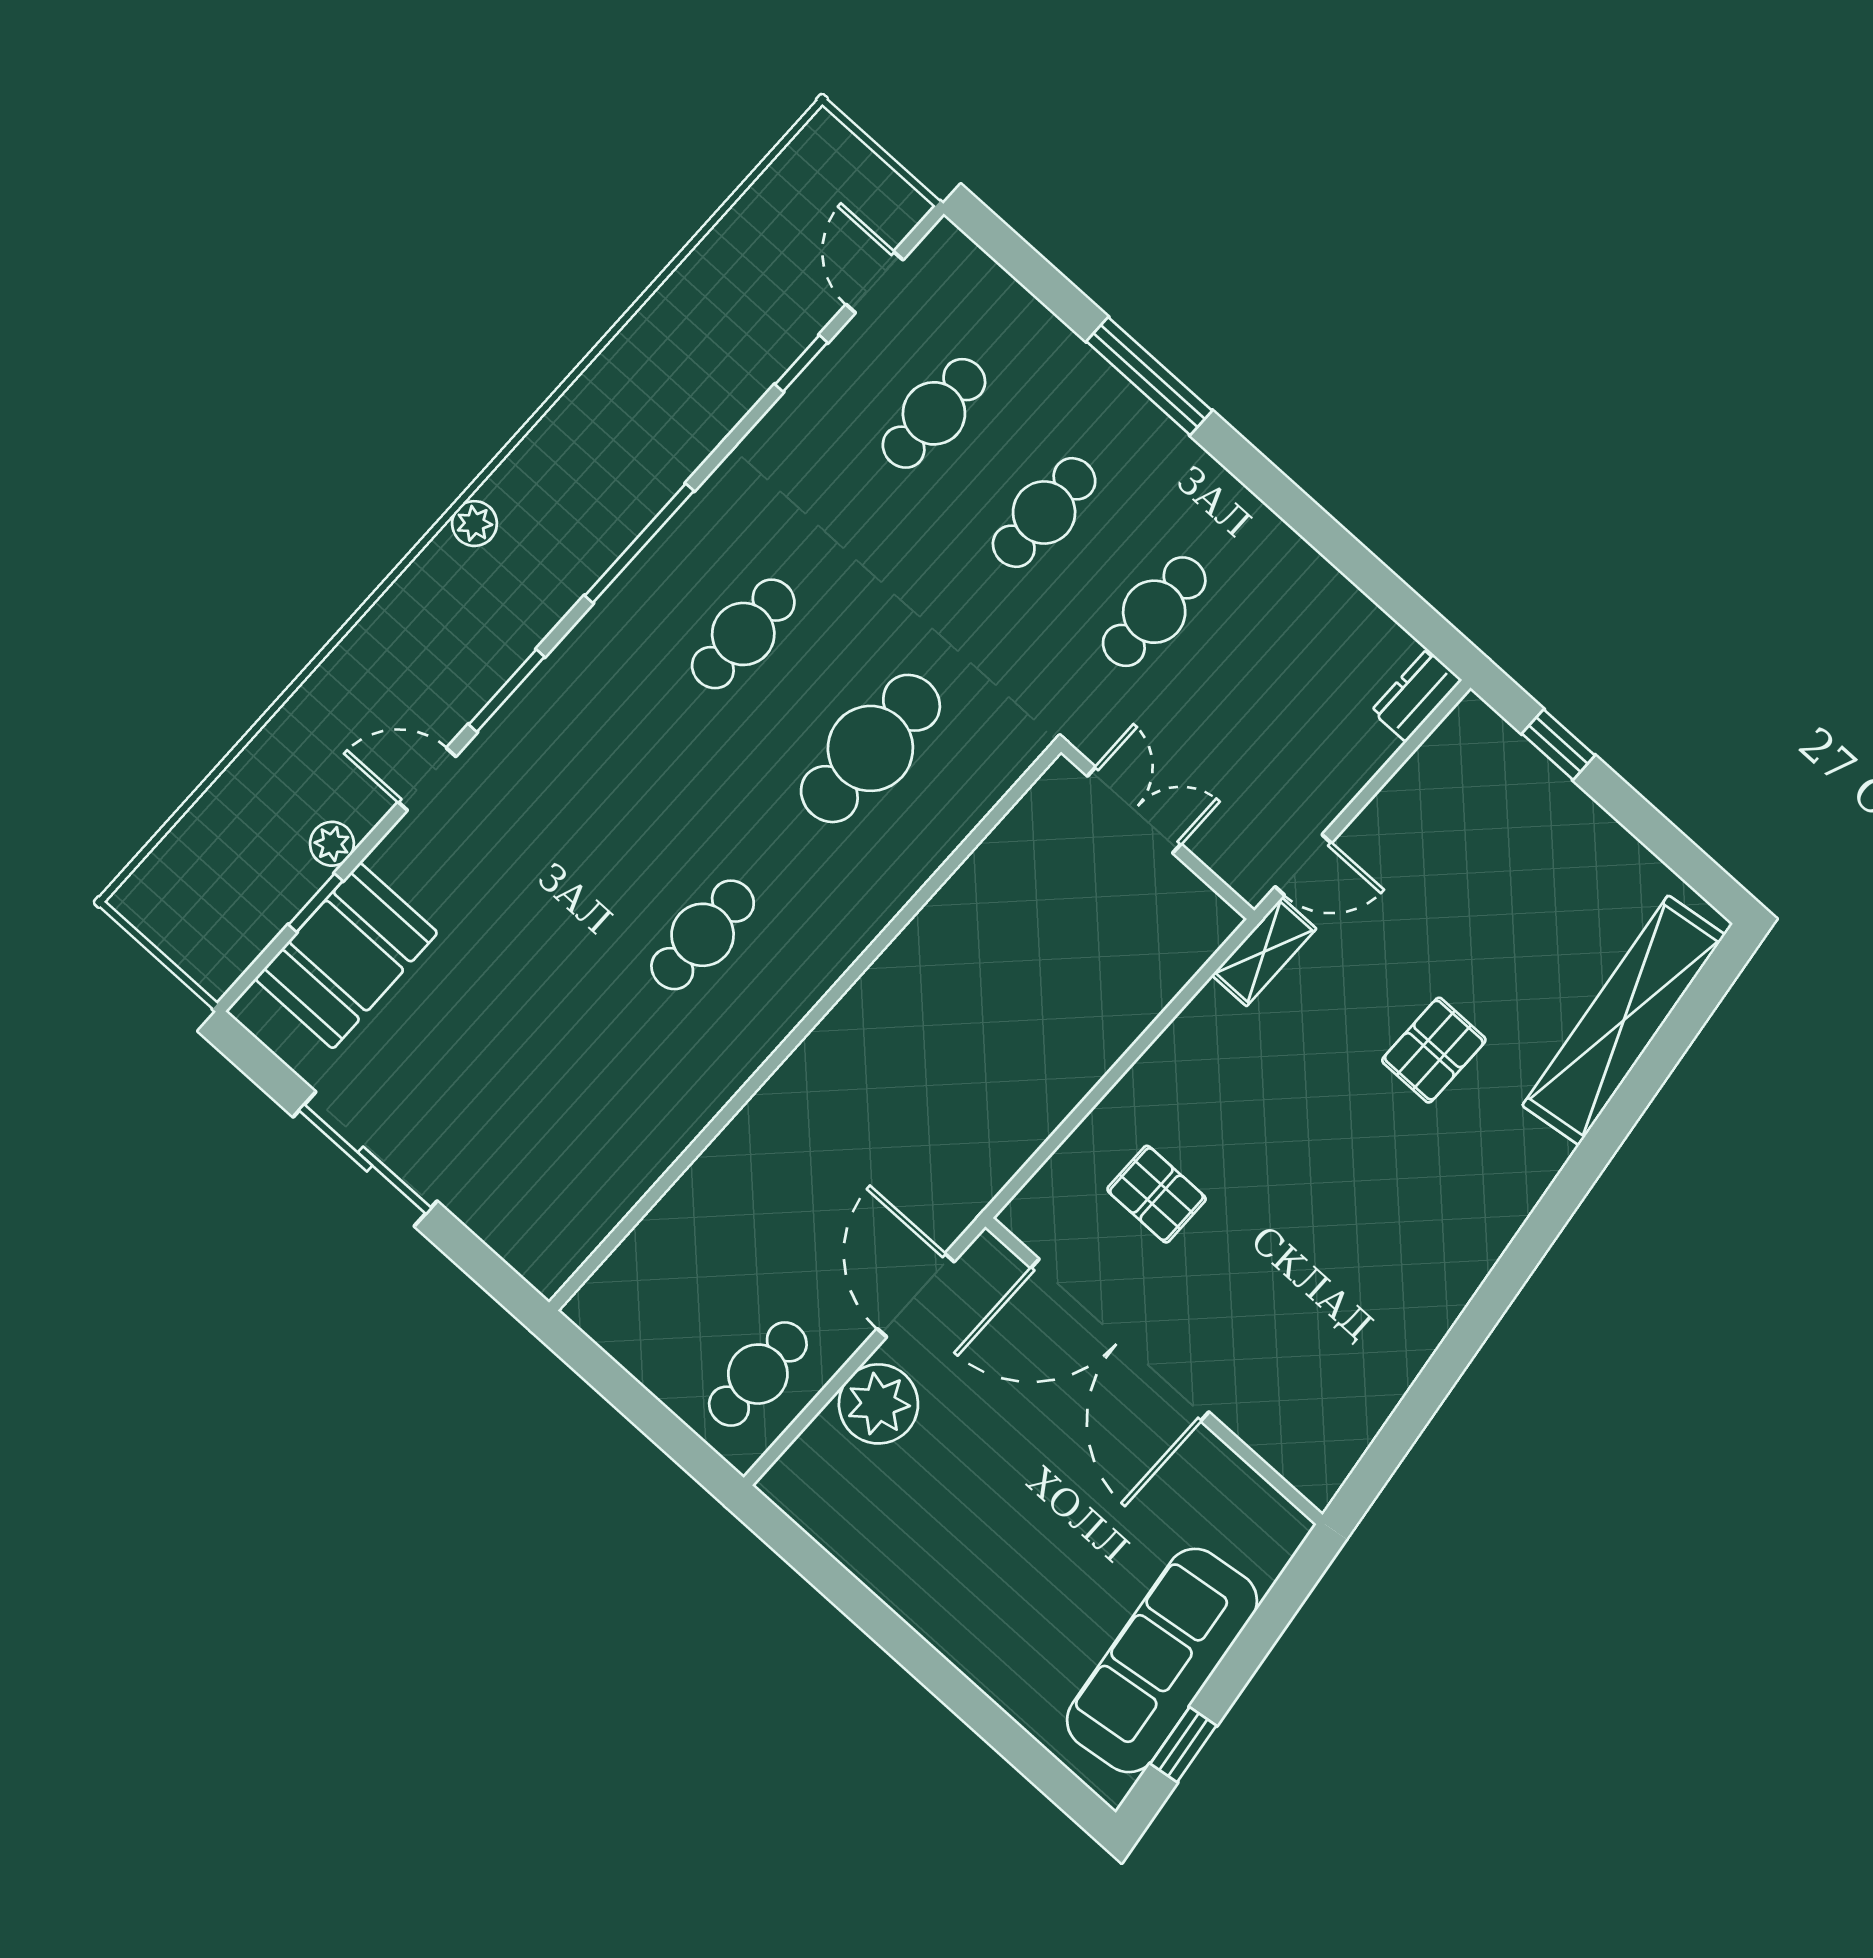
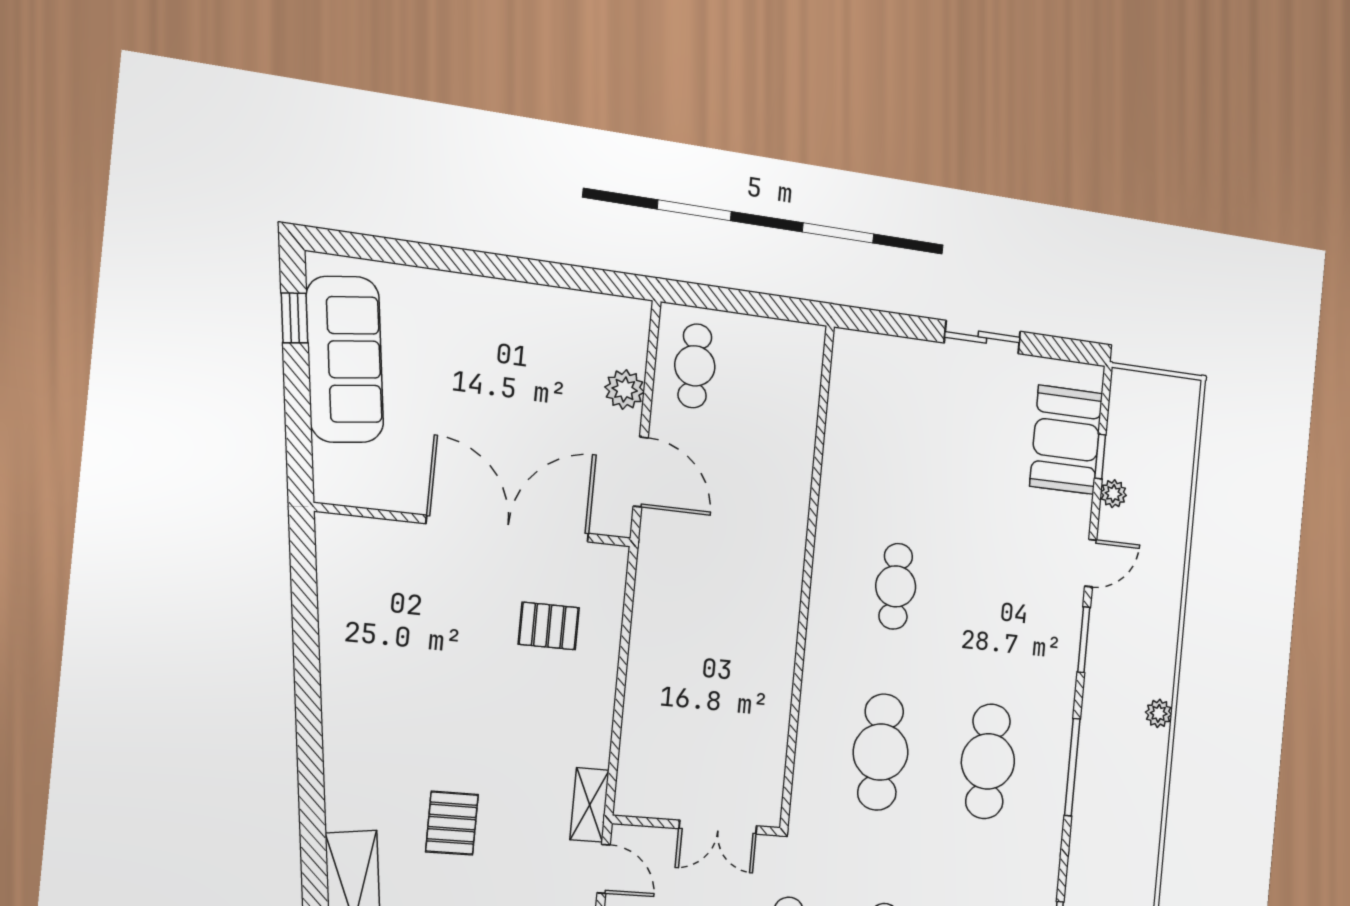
cafe table: (743, 634) -> (988, 761), width x1.37, depth x1.35
door: (1303, 865) -> (604, 869), swing flipped
sliding door: (365, 1159) -> (982, 337), width x0.73
plant: (878, 1404) -> (625, 389), width x0.73, depth x0.73

